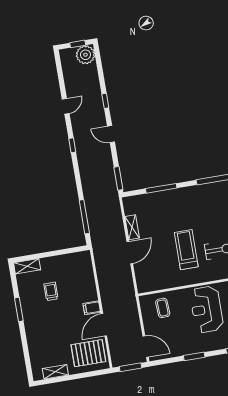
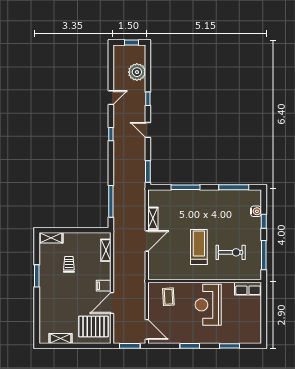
plant: (85, 55) -> (137, 72), moved
shelving: (88, 270) -> (106, 250), added

